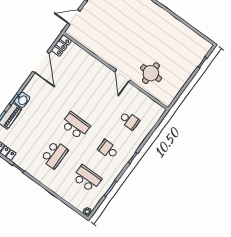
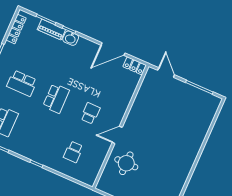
school desk: (108, 149) -> (90, 113), moved

